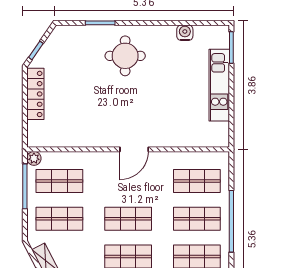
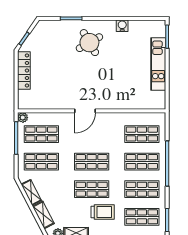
water cooler: (185, 33) -> (122, 26), moved
round table: (125, 56) -> (89, 43), turned -30
door: (134, 149) -> (85, 111), moved

